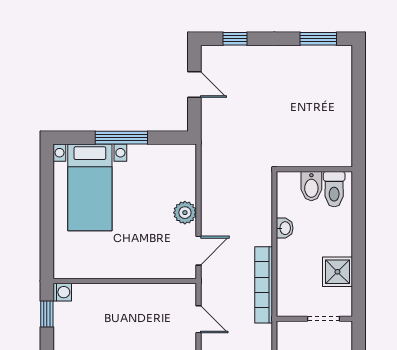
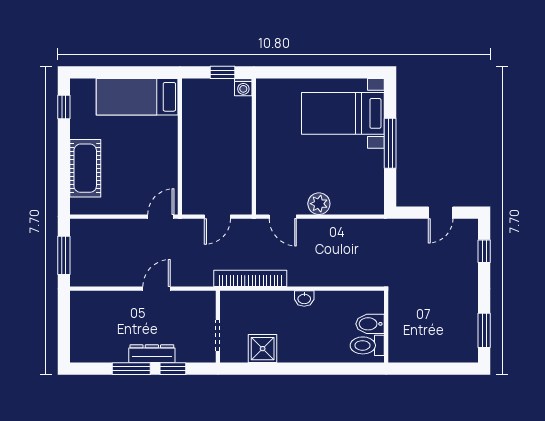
wall: (314, 169) -> (386, 327), moved
bidet: (311, 186) -> (370, 324), moved
toilet: (334, 189) -> (367, 345), moved

